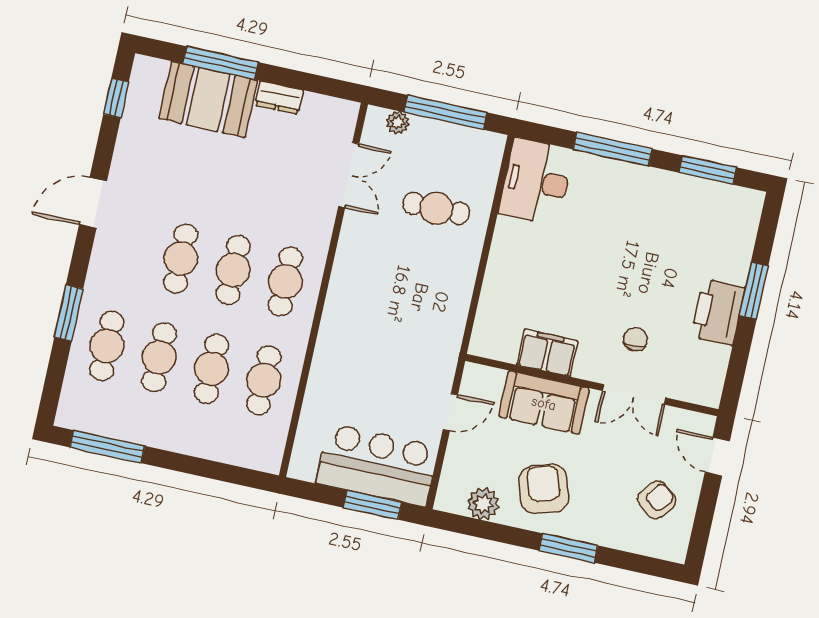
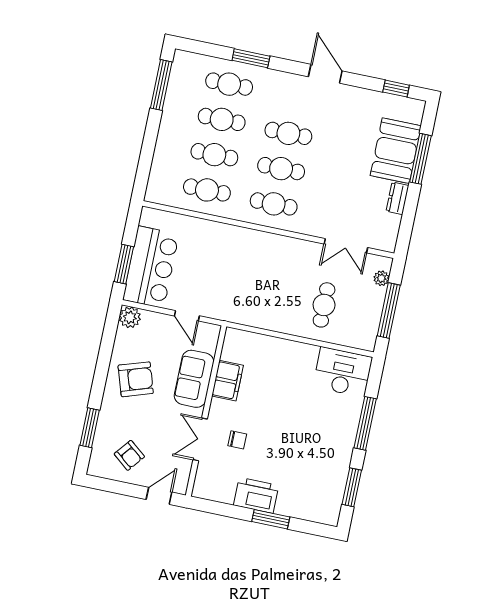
plant: (483, 504) -> (130, 317), moved
window: (568, 548) -> (90, 428), moved

